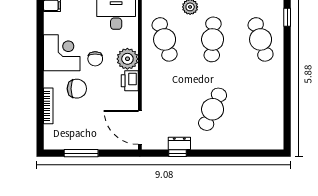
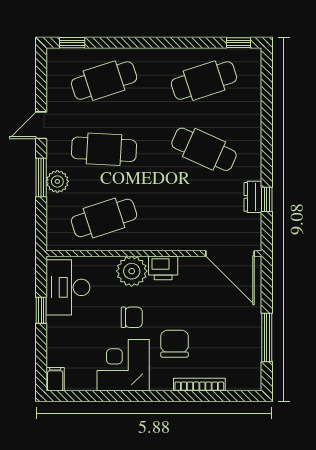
cafe table: (261, 109) -> (204, 81), added
door: (140, 127) -> (230, 253), hinge flipped
window: (287, 133) -> (239, 43), added

